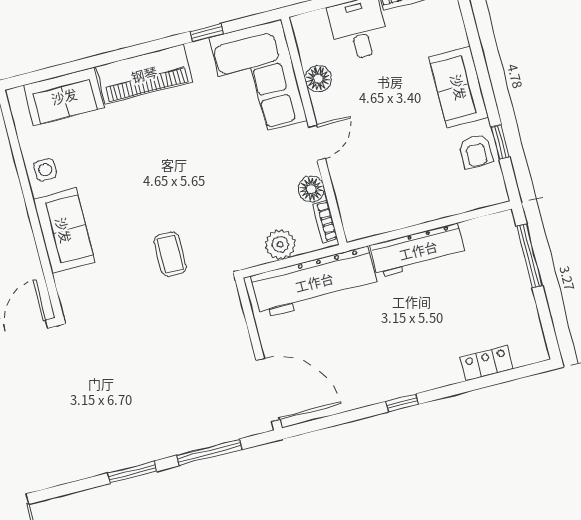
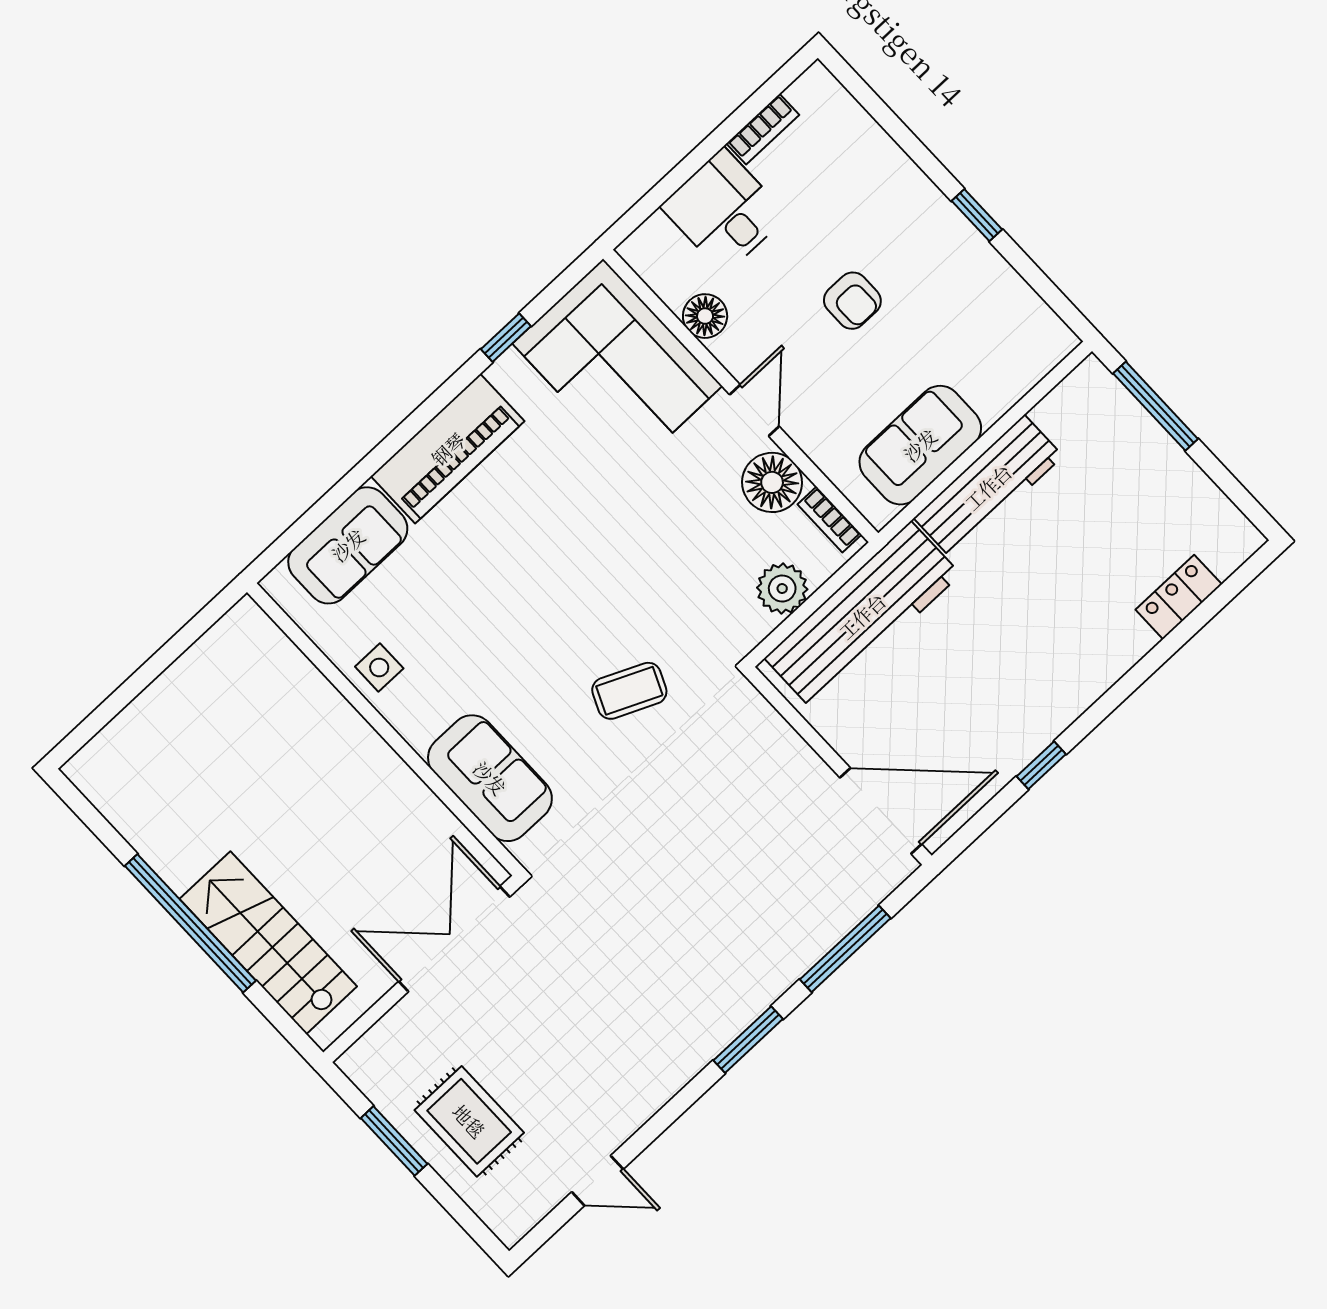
sofa: (459, 87) -> (920, 445), moved, turned 90
window: (500, 142) -> (977, 215), moved
armchair: (476, 151) -> (852, 301), moved
floor lamp: (311, 189) -> (772, 482), width x1.38, depth x1.38
sofa: (64, 230) -> (490, 778), moved
coffee table: (170, 254) -> (629, 691), turned -66
window: (402, 403) -> (1041, 765), moved

